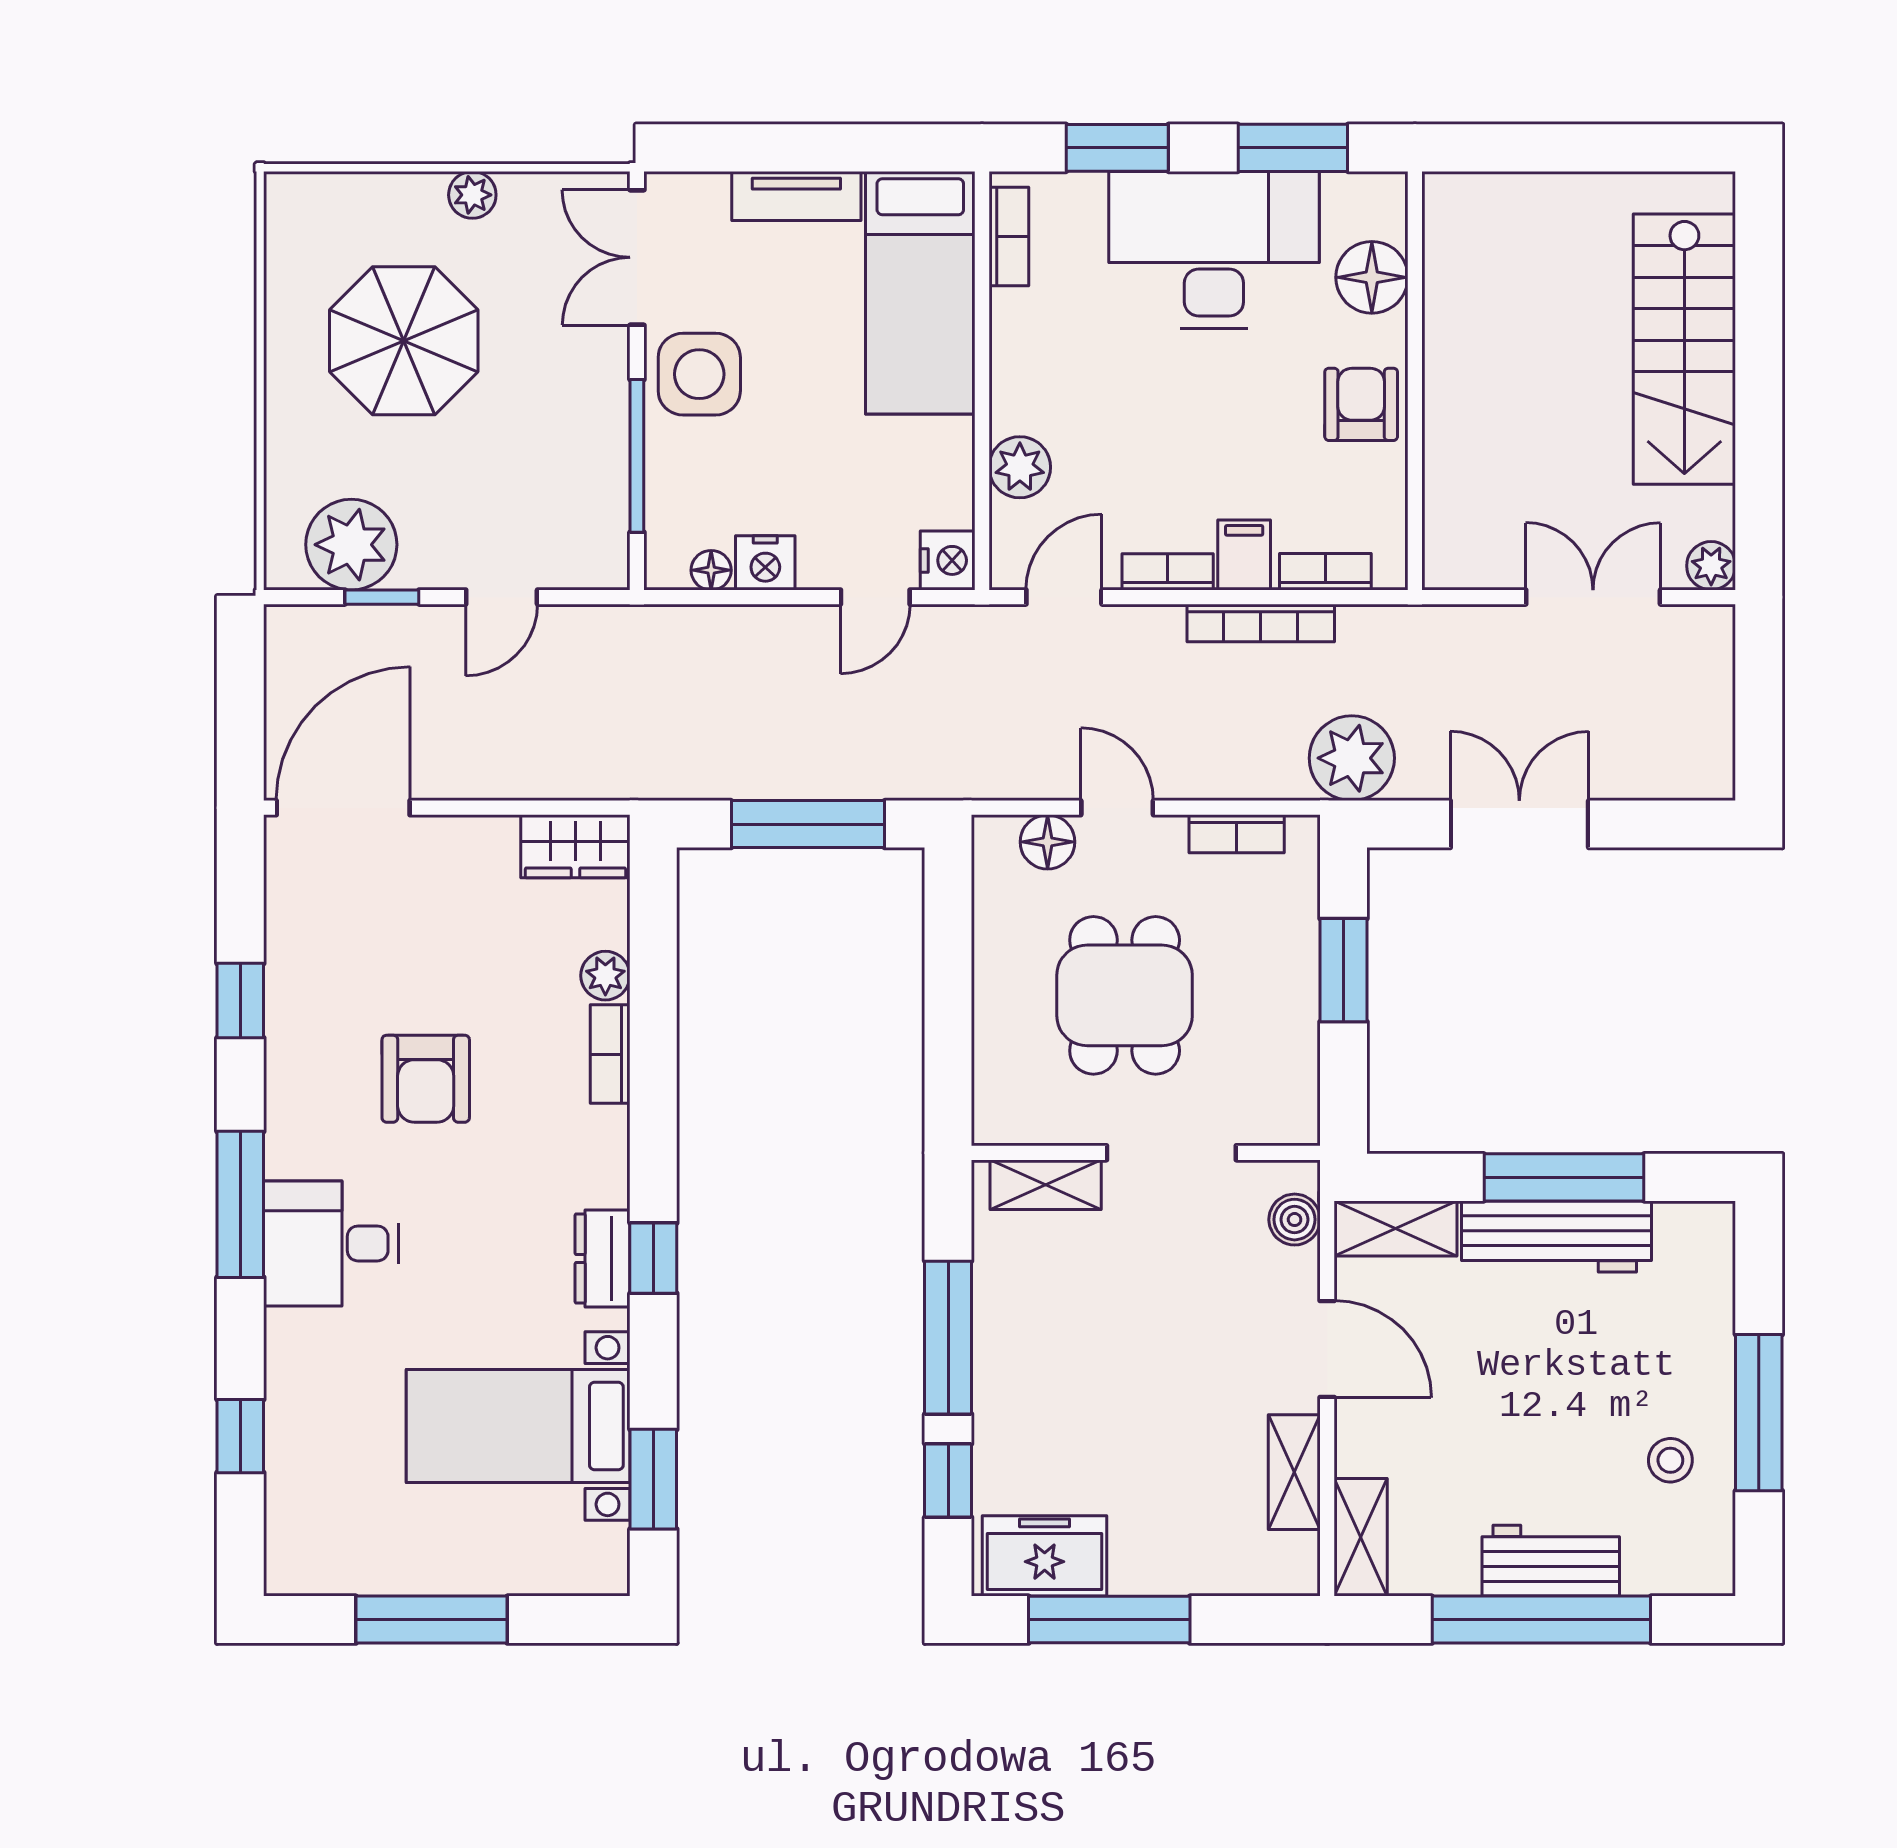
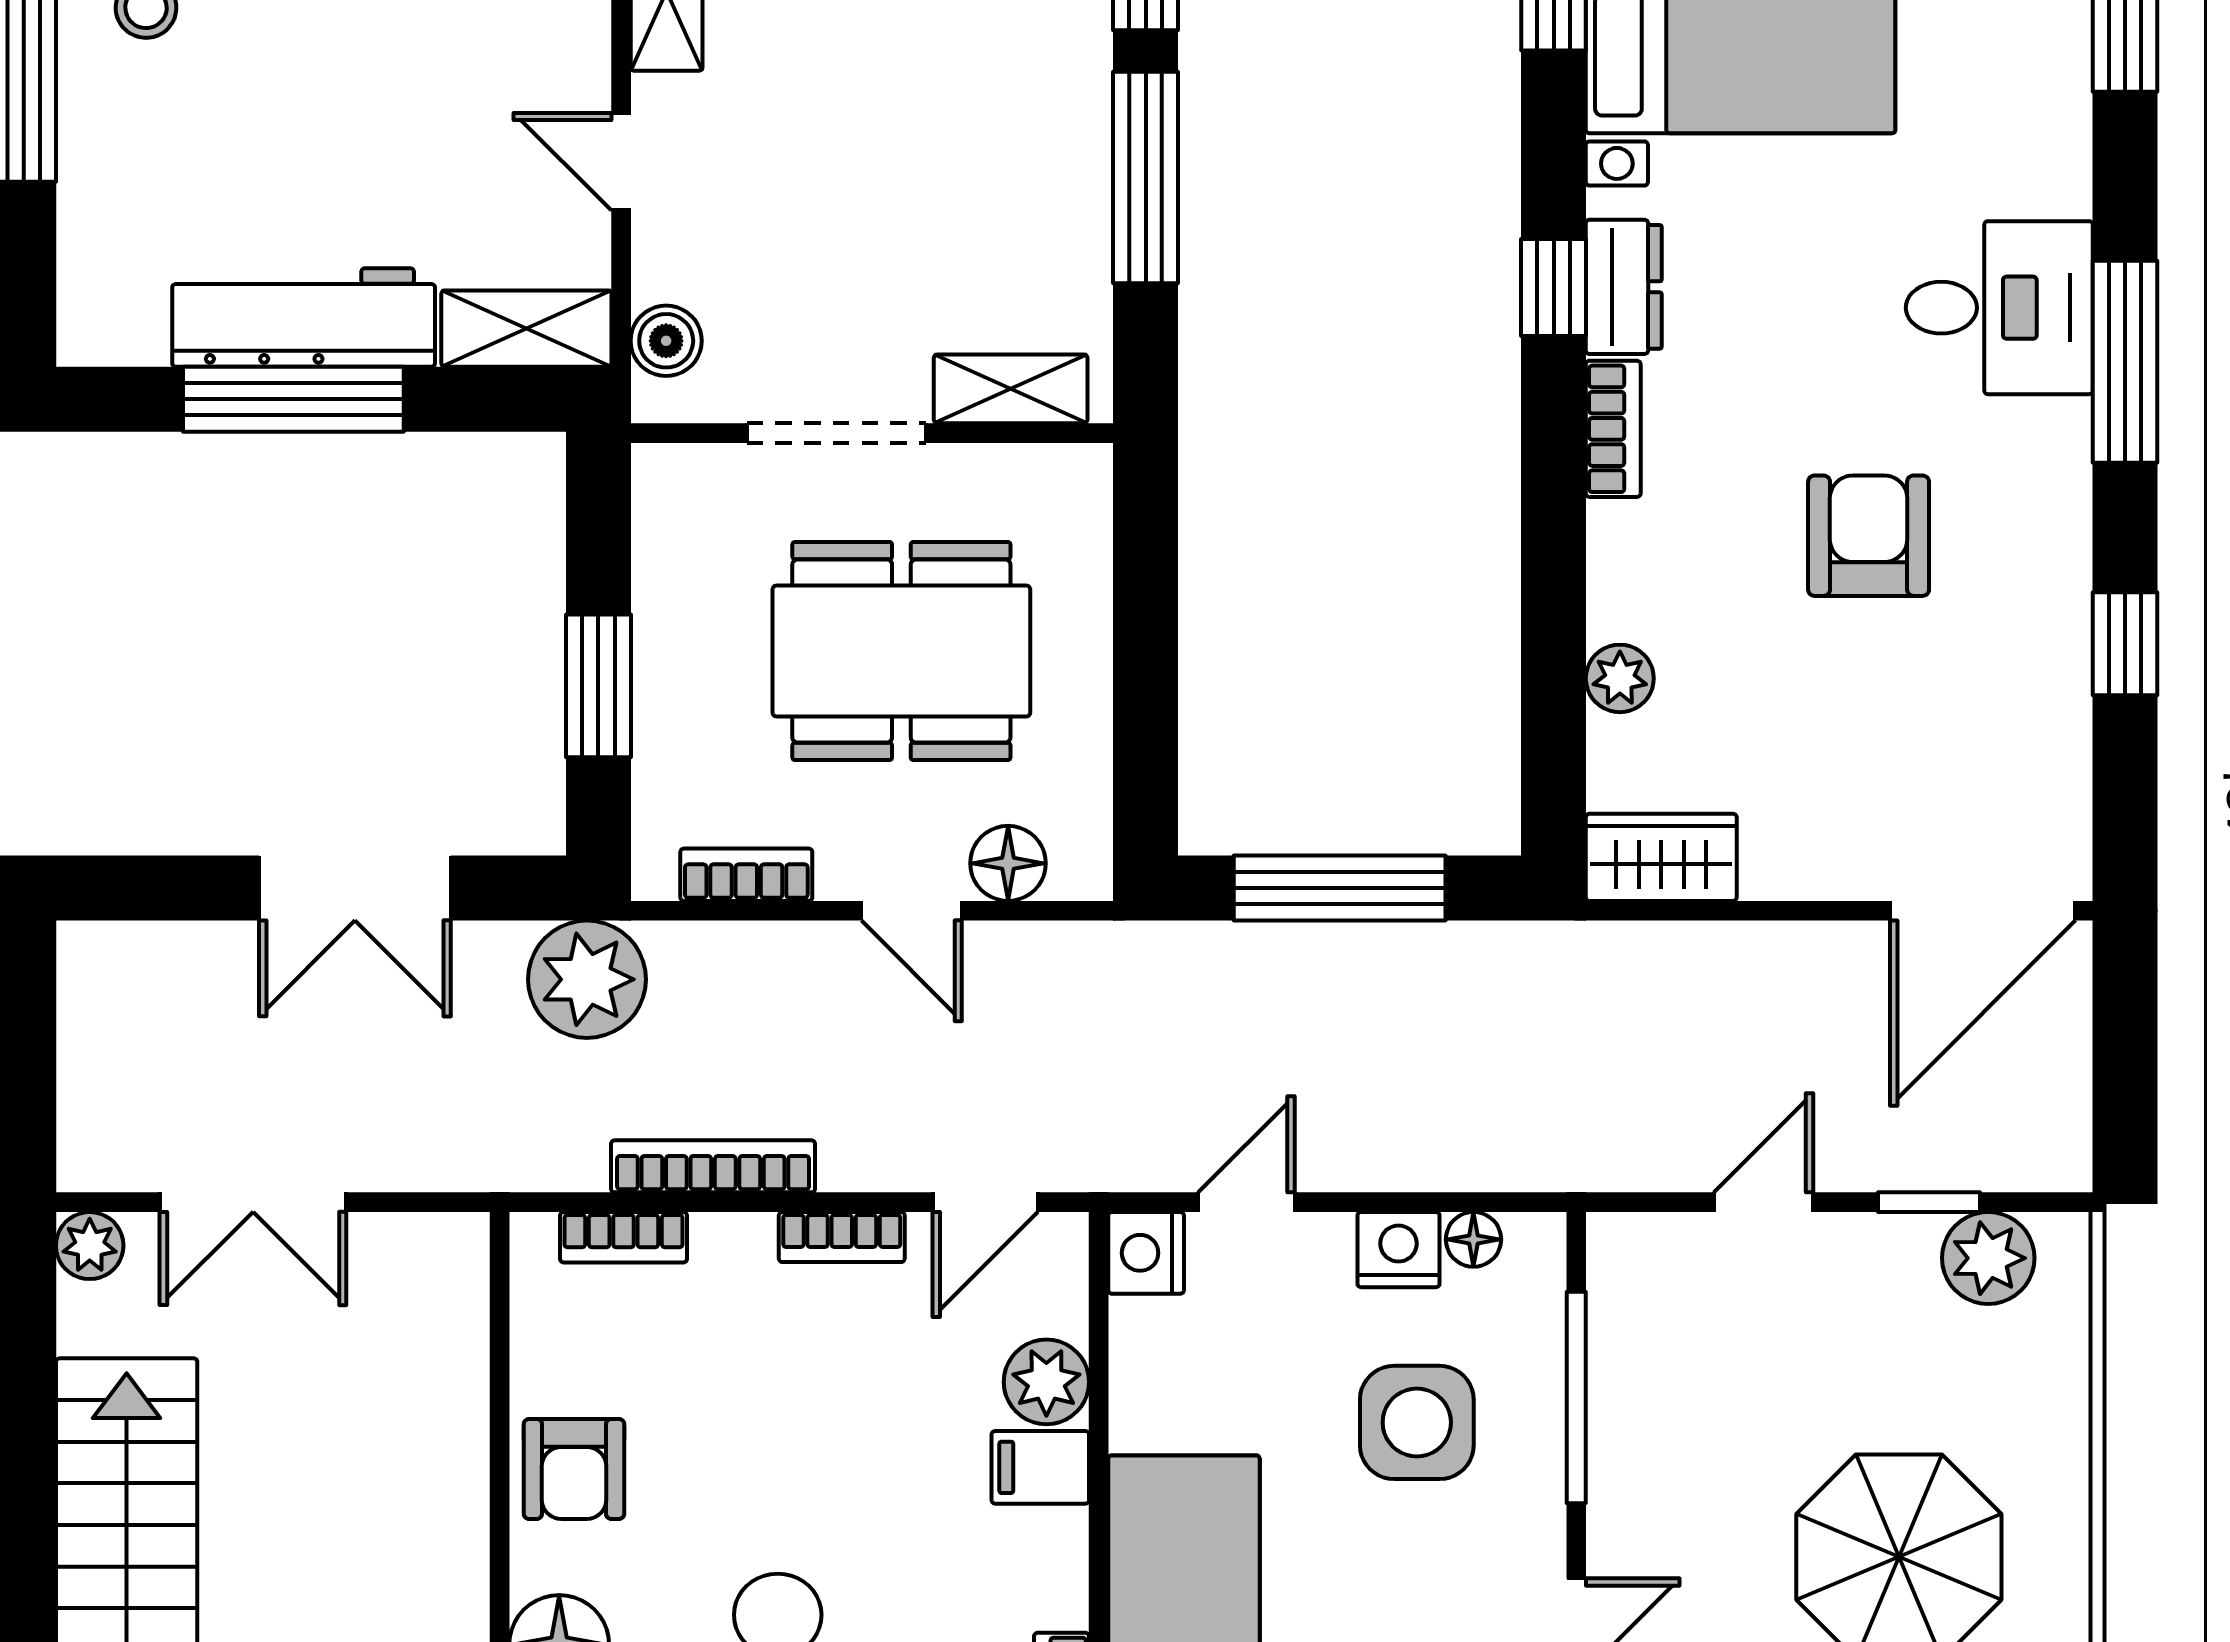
side table: (699, 374) -> (1417, 1422), moved
plant: (351, 545) -> (1988, 1258), width x0.73, depth x0.73
filing cabinet: (1244, 555) -> (1040, 1467), moved, turned 90
dining table: (1125, 995) -> (901, 651), width x1.38
bookcase: (610, 1054) -> (1613, 429), moved
door: (1327, 1349) -> (621, 162), width x0.73

